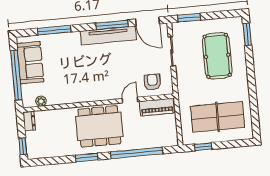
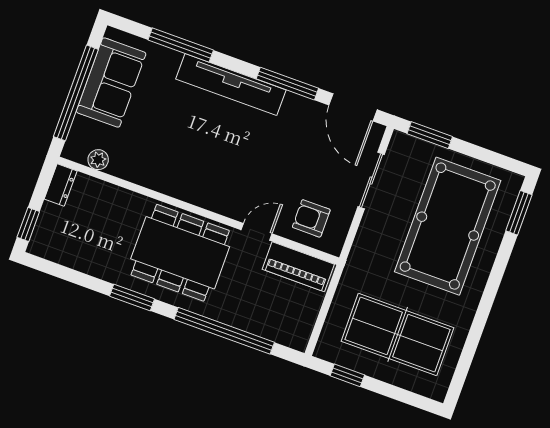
tv unit: (108, 35) -> (231, 84), moved
pool table: (217, 56) -> (448, 226), width x1.36, depth x1.32
armchair: (152, 82) -> (311, 218), turned -90

